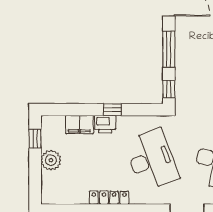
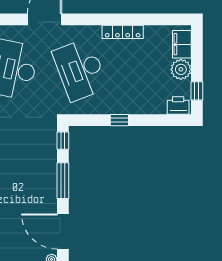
printer: (105, 124) -> (178, 106), moved
filing cabinet: (79, 125) -> (182, 44), moved, turned -90

